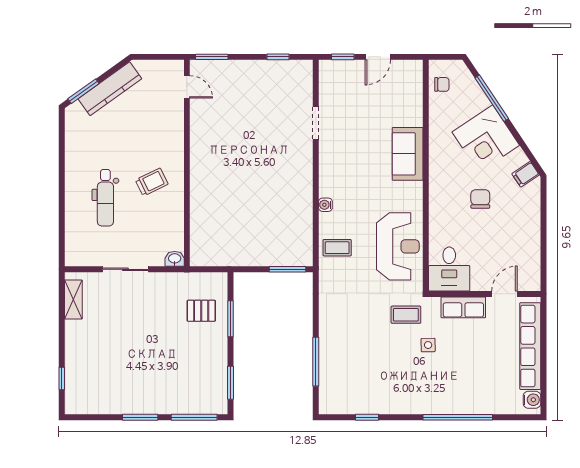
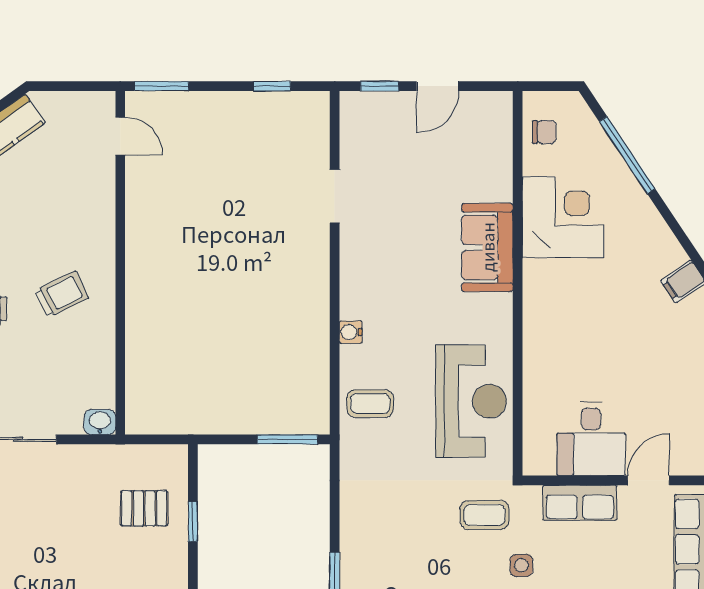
corner desk: (486, 139) -> (563, 217), moved, turned -146
chair: (480, 199) -> (608, 322), removed
desk: (449, 269) -> (591, 439), moved
window: (231, 319) -> (193, 522), width x0.67

